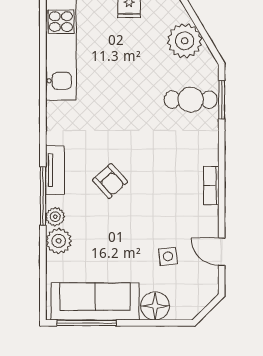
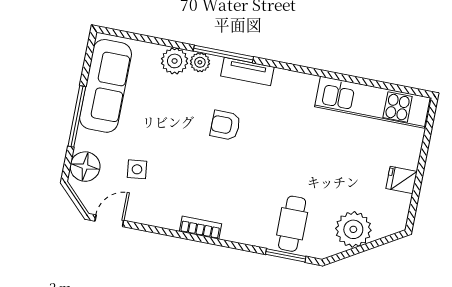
armchair: (110, 181) -> (225, 125), turned 42
door: (222, 252) -> (109, 221), moved
floor lamp: (155, 306) -> (85, 167), moved
window: (87, 323) -> (77, 116), moved

